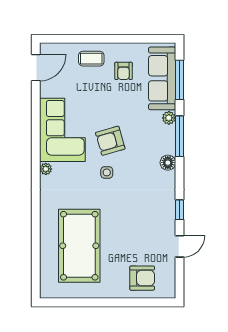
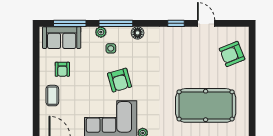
armchair: (124, 71) -> (62, 69), turned 90
sofa: (162, 78) -> (62, 38), width x0.73
side table: (107, 172) -> (111, 48), moved
armchair: (142, 278) -> (232, 54), turned -112

